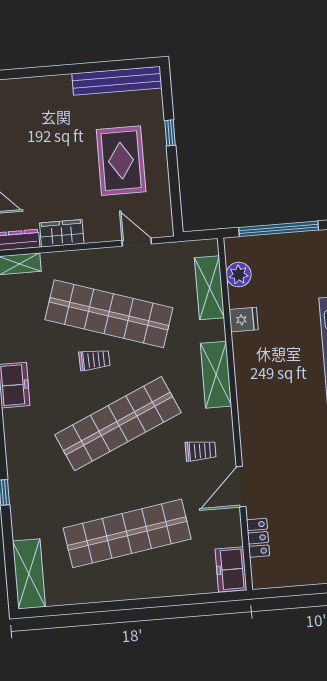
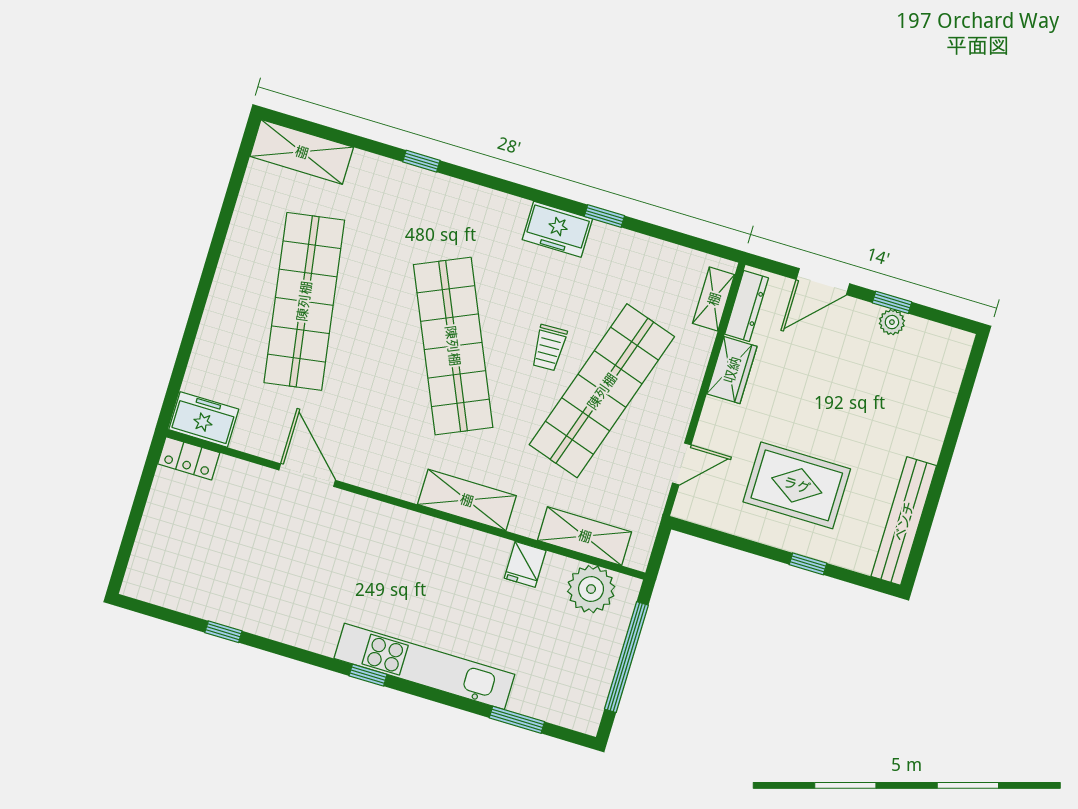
plant: (239, 275) -> (591, 589), width x1.36, depth x1.36
trolley: (201, 451) -> (375, 440), removed
locker: (258, 538) -> (189, 458), moved

